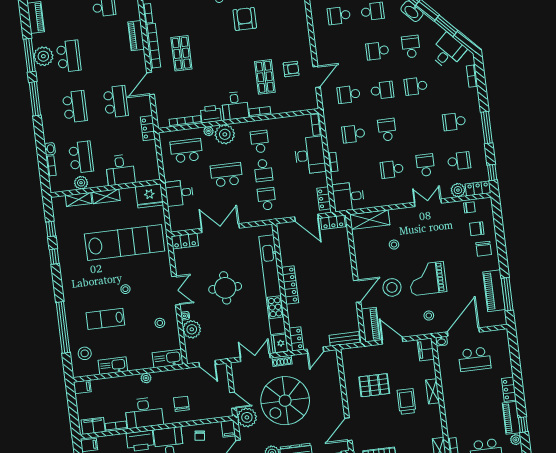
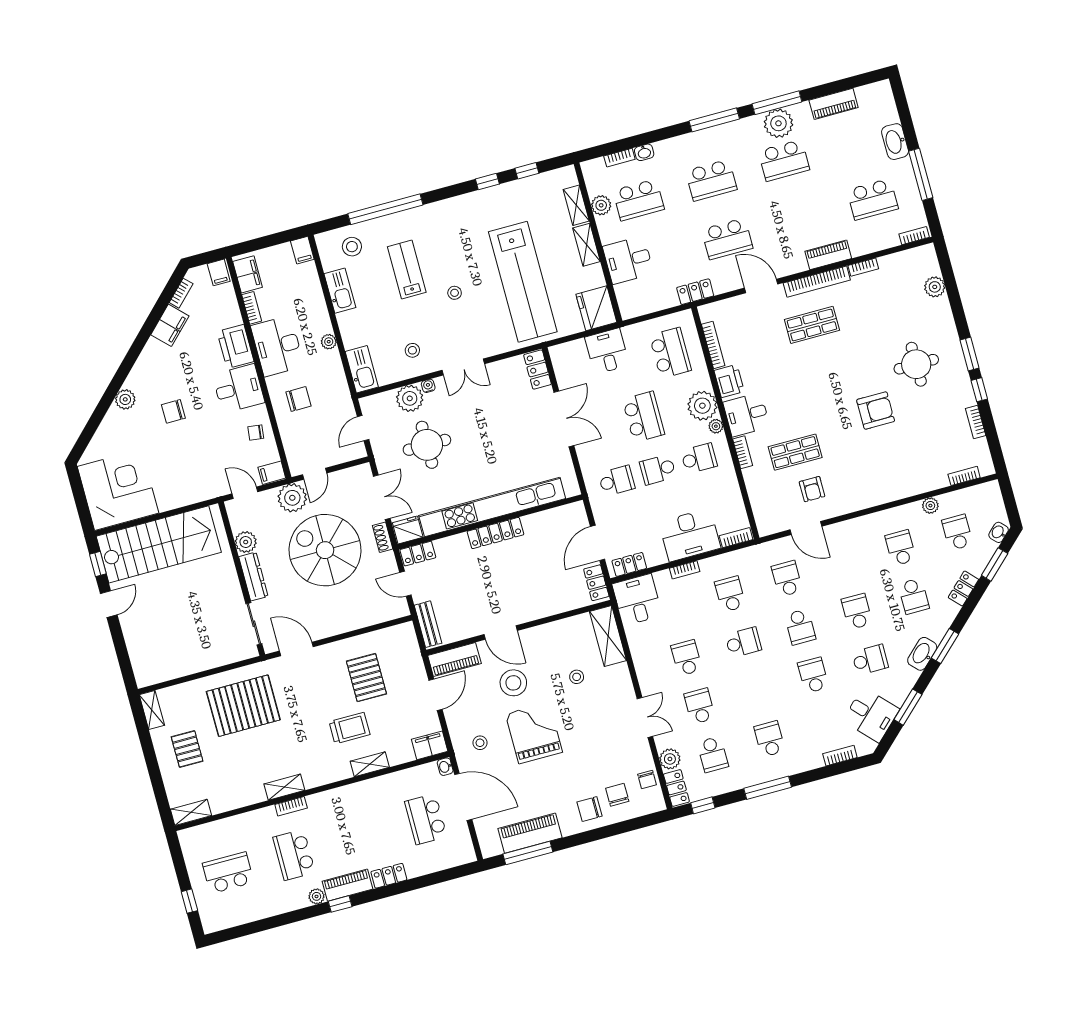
plant: (208, 131) -> (716, 426), moved
school desk: (425, 165) -> (700, 706), turned -90
round table: (225, 288) -> (427, 445), moved

